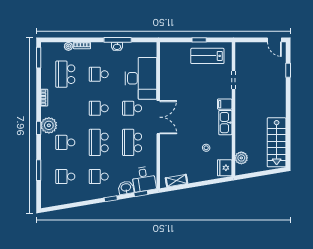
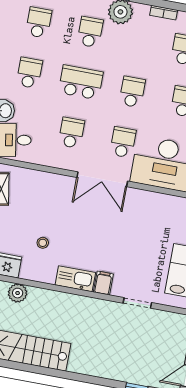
school desk: (132, 142) -> (71, 133), width x0.54

